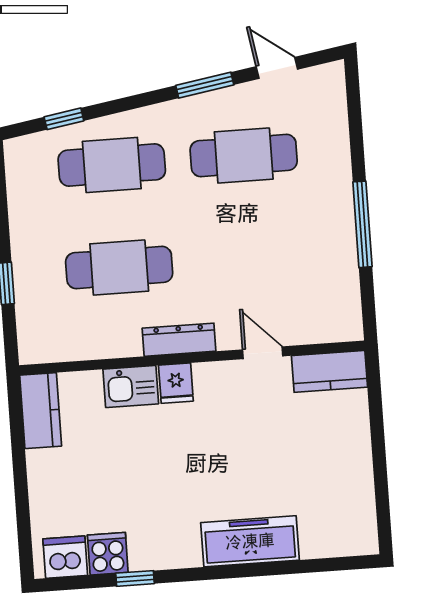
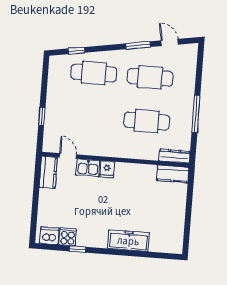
cafe table: (119, 268) -> (147, 121), moved
dresser: (179, 340) -> (174, 156), moved
door: (263, 353) -> (68, 156), moved

